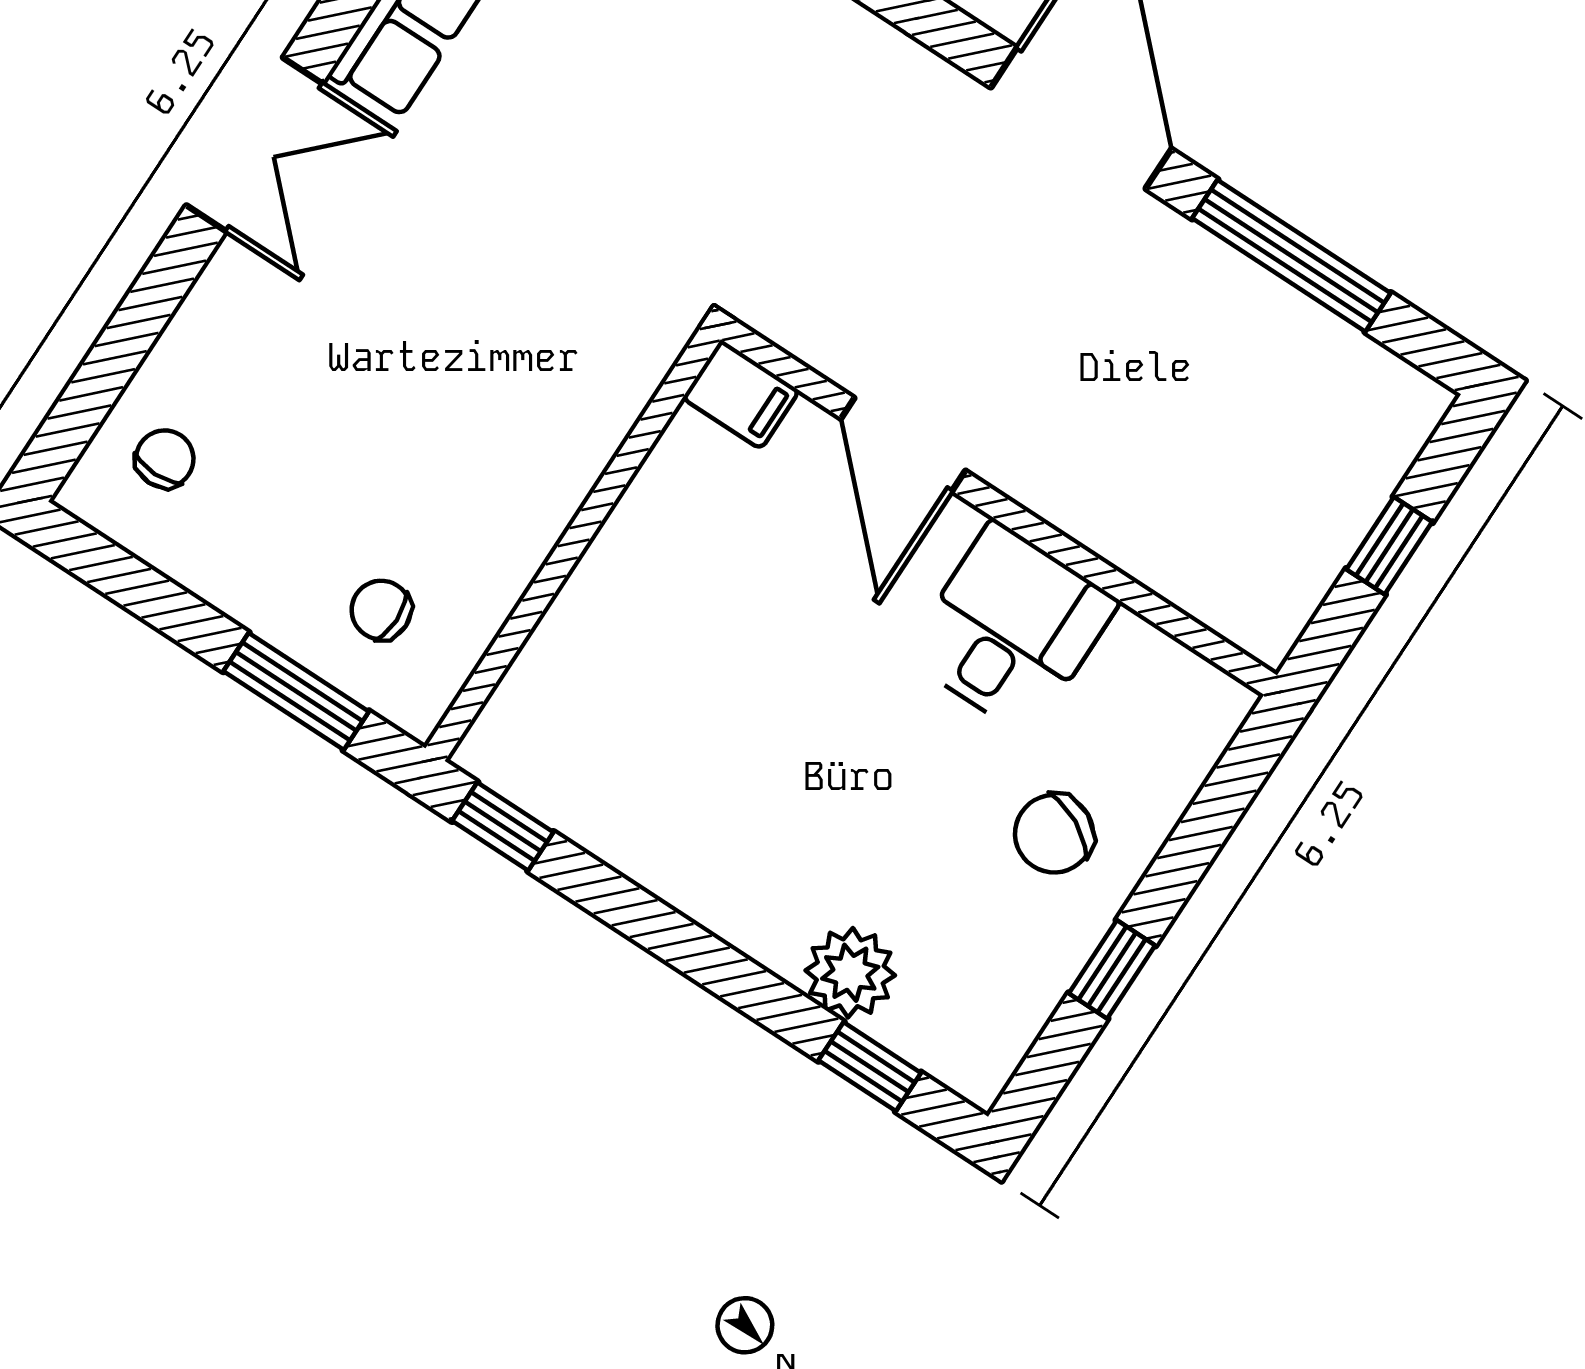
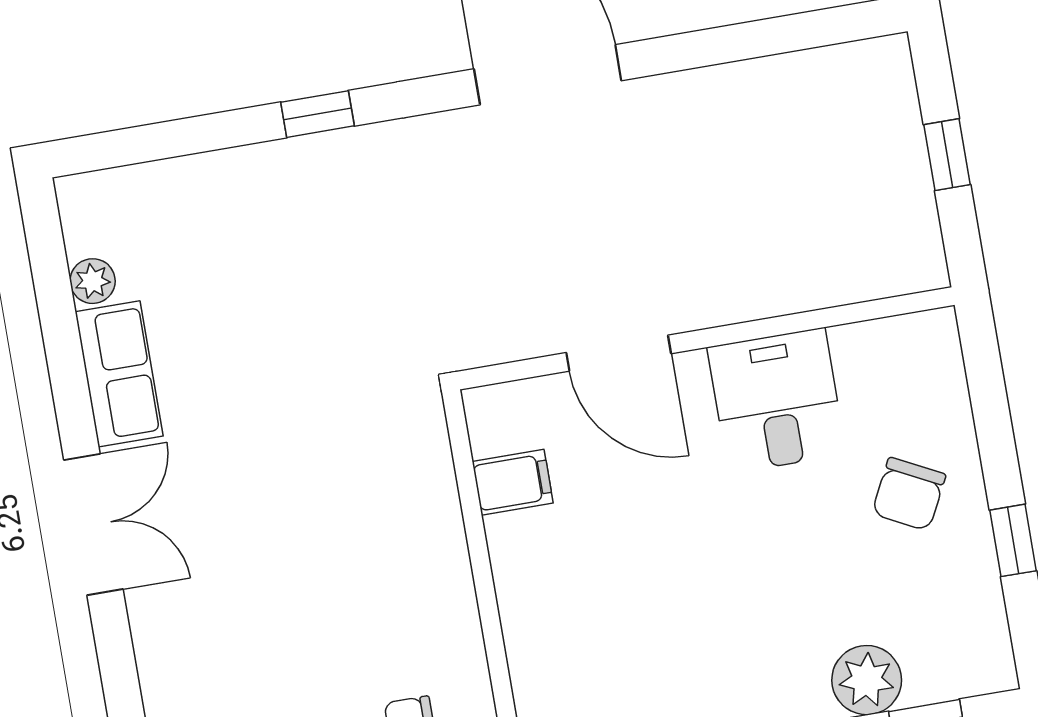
window: (1291, 256) -> (739, 42), removed
filing cabinet: (741, 394) -> (513, 482), moved

